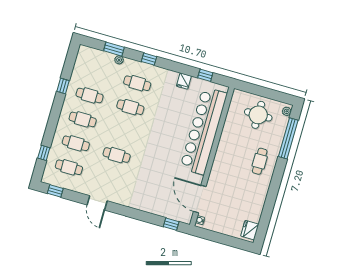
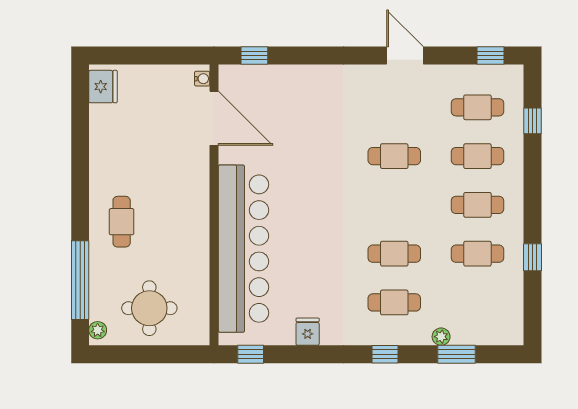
window: (205, 75) -> (251, 354), moved

